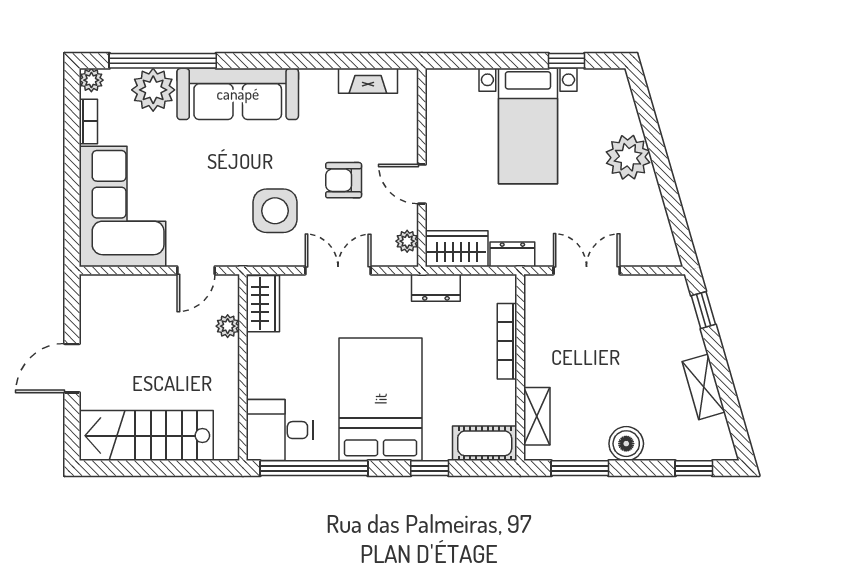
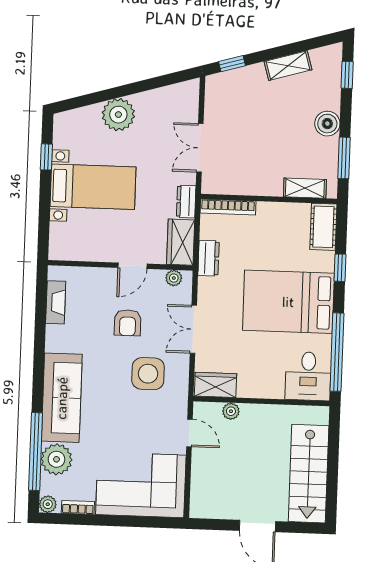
bookcase: (507, 341) -> (228, 207), moved

